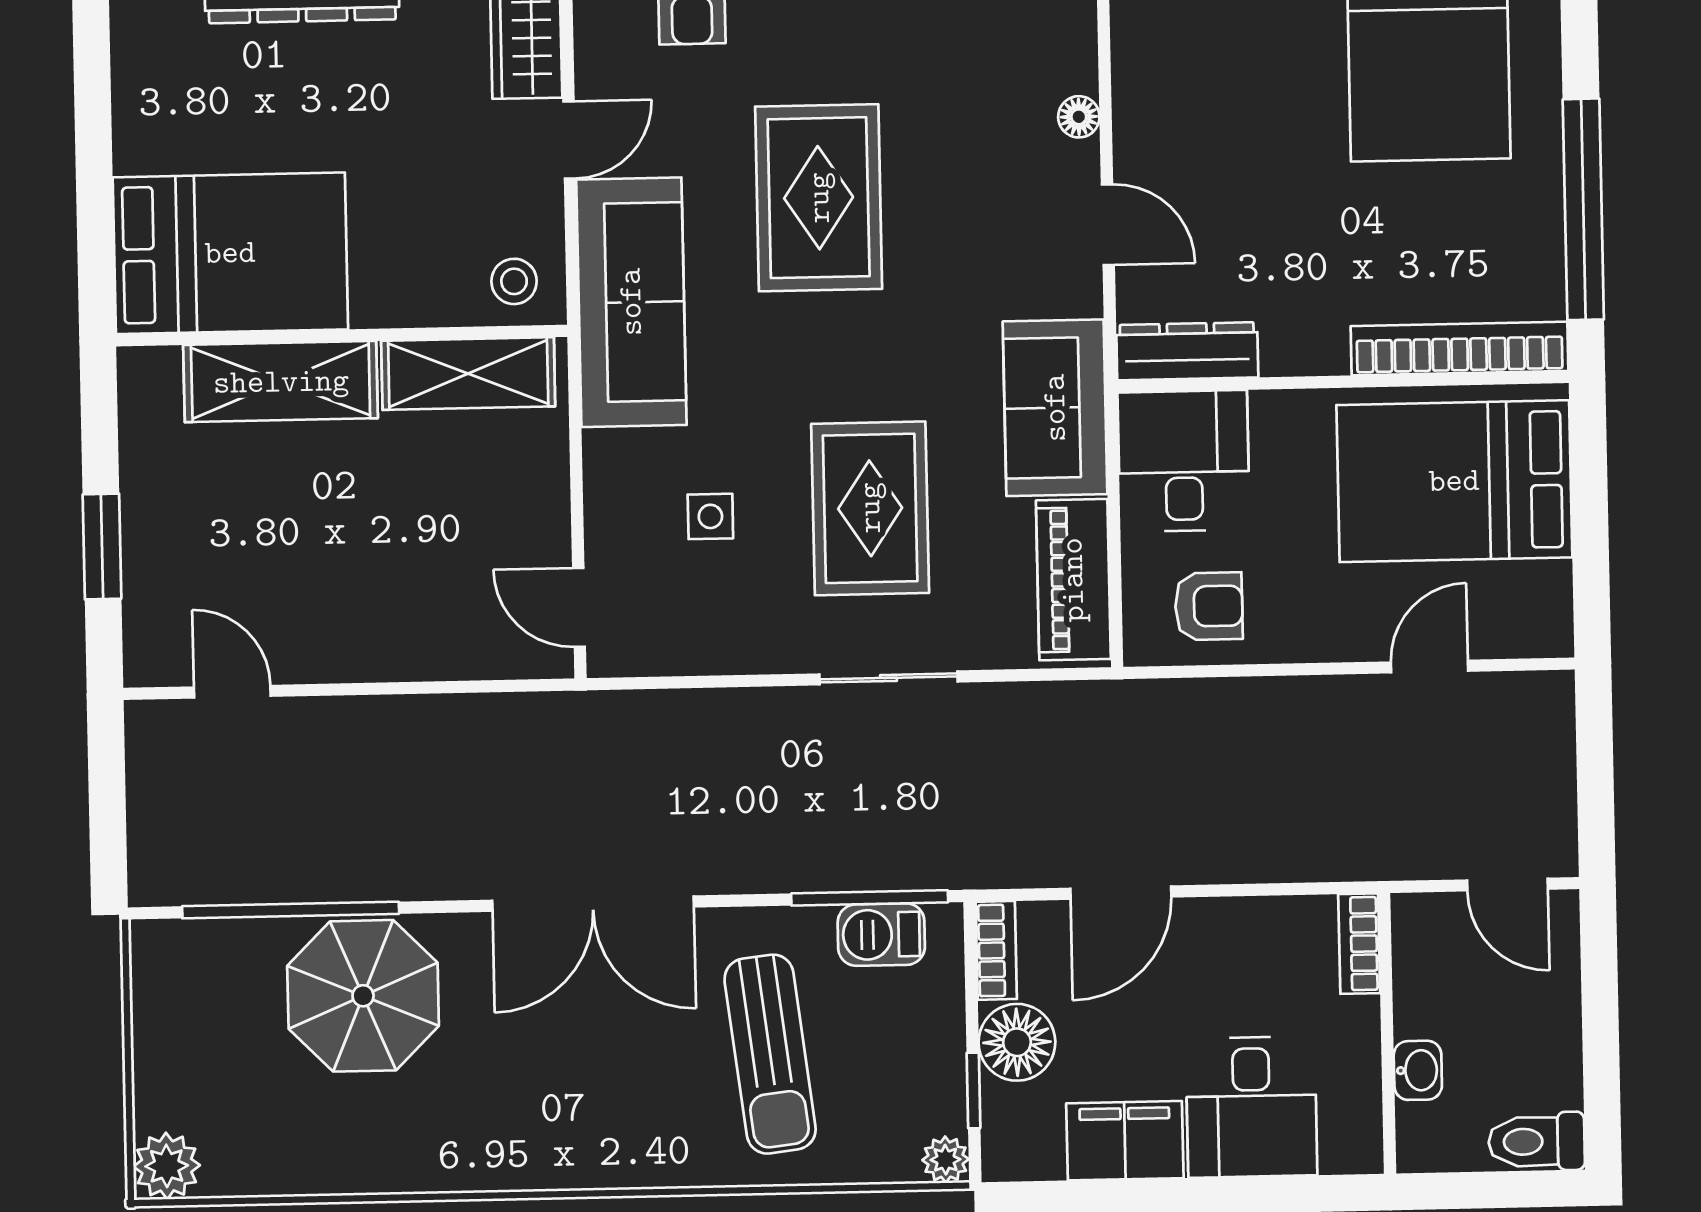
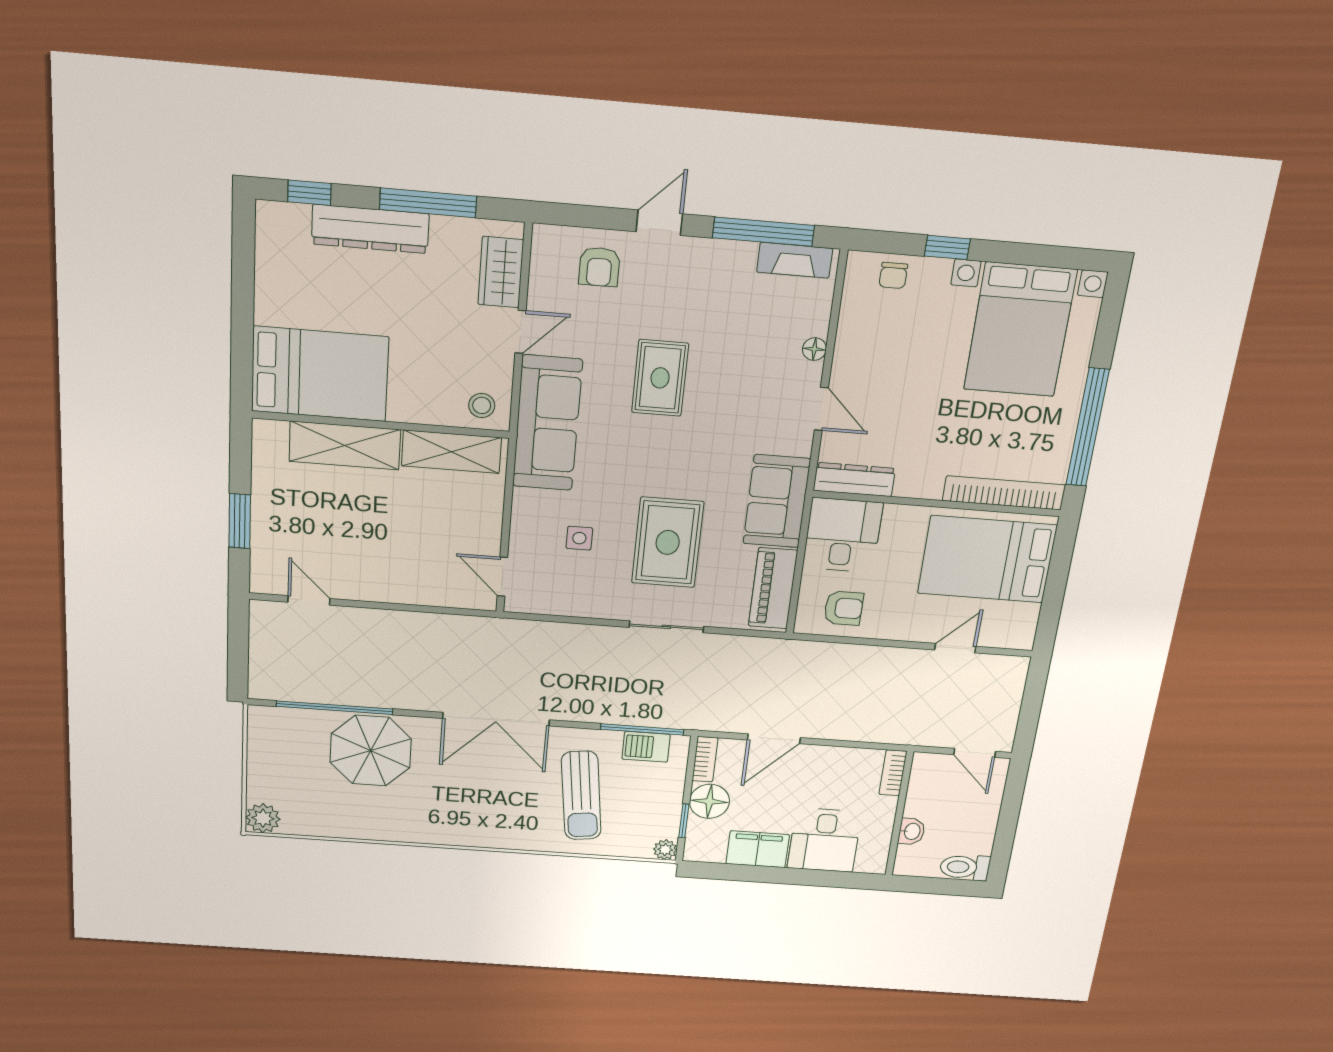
rug: (819, 198) -> (660, 378), width x0.73, depth x0.70

